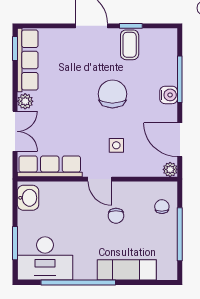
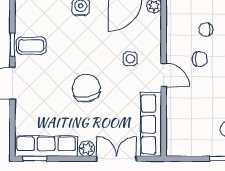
chair: (112, 94) -> (86, 88), moved, turned 82
door: (100, 179) -> (164, 75), hinge flipped
washbasin: (28, 198) -> (182, 146), removed
chair: (162, 207) -> (206, 30), moved

